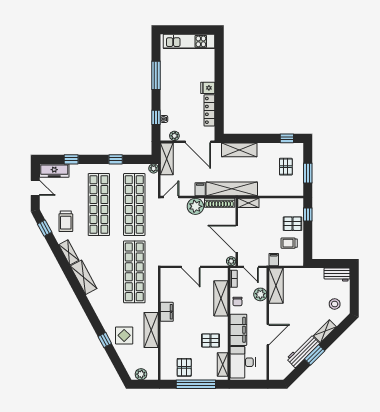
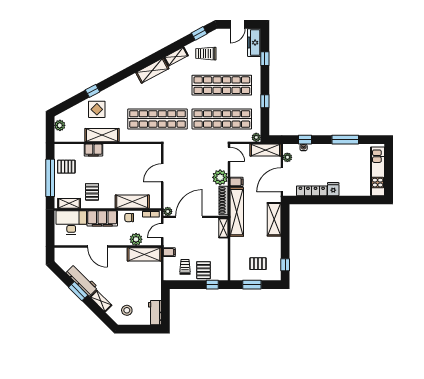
filing cabinet: (167, 312) -> (93, 150), moved

